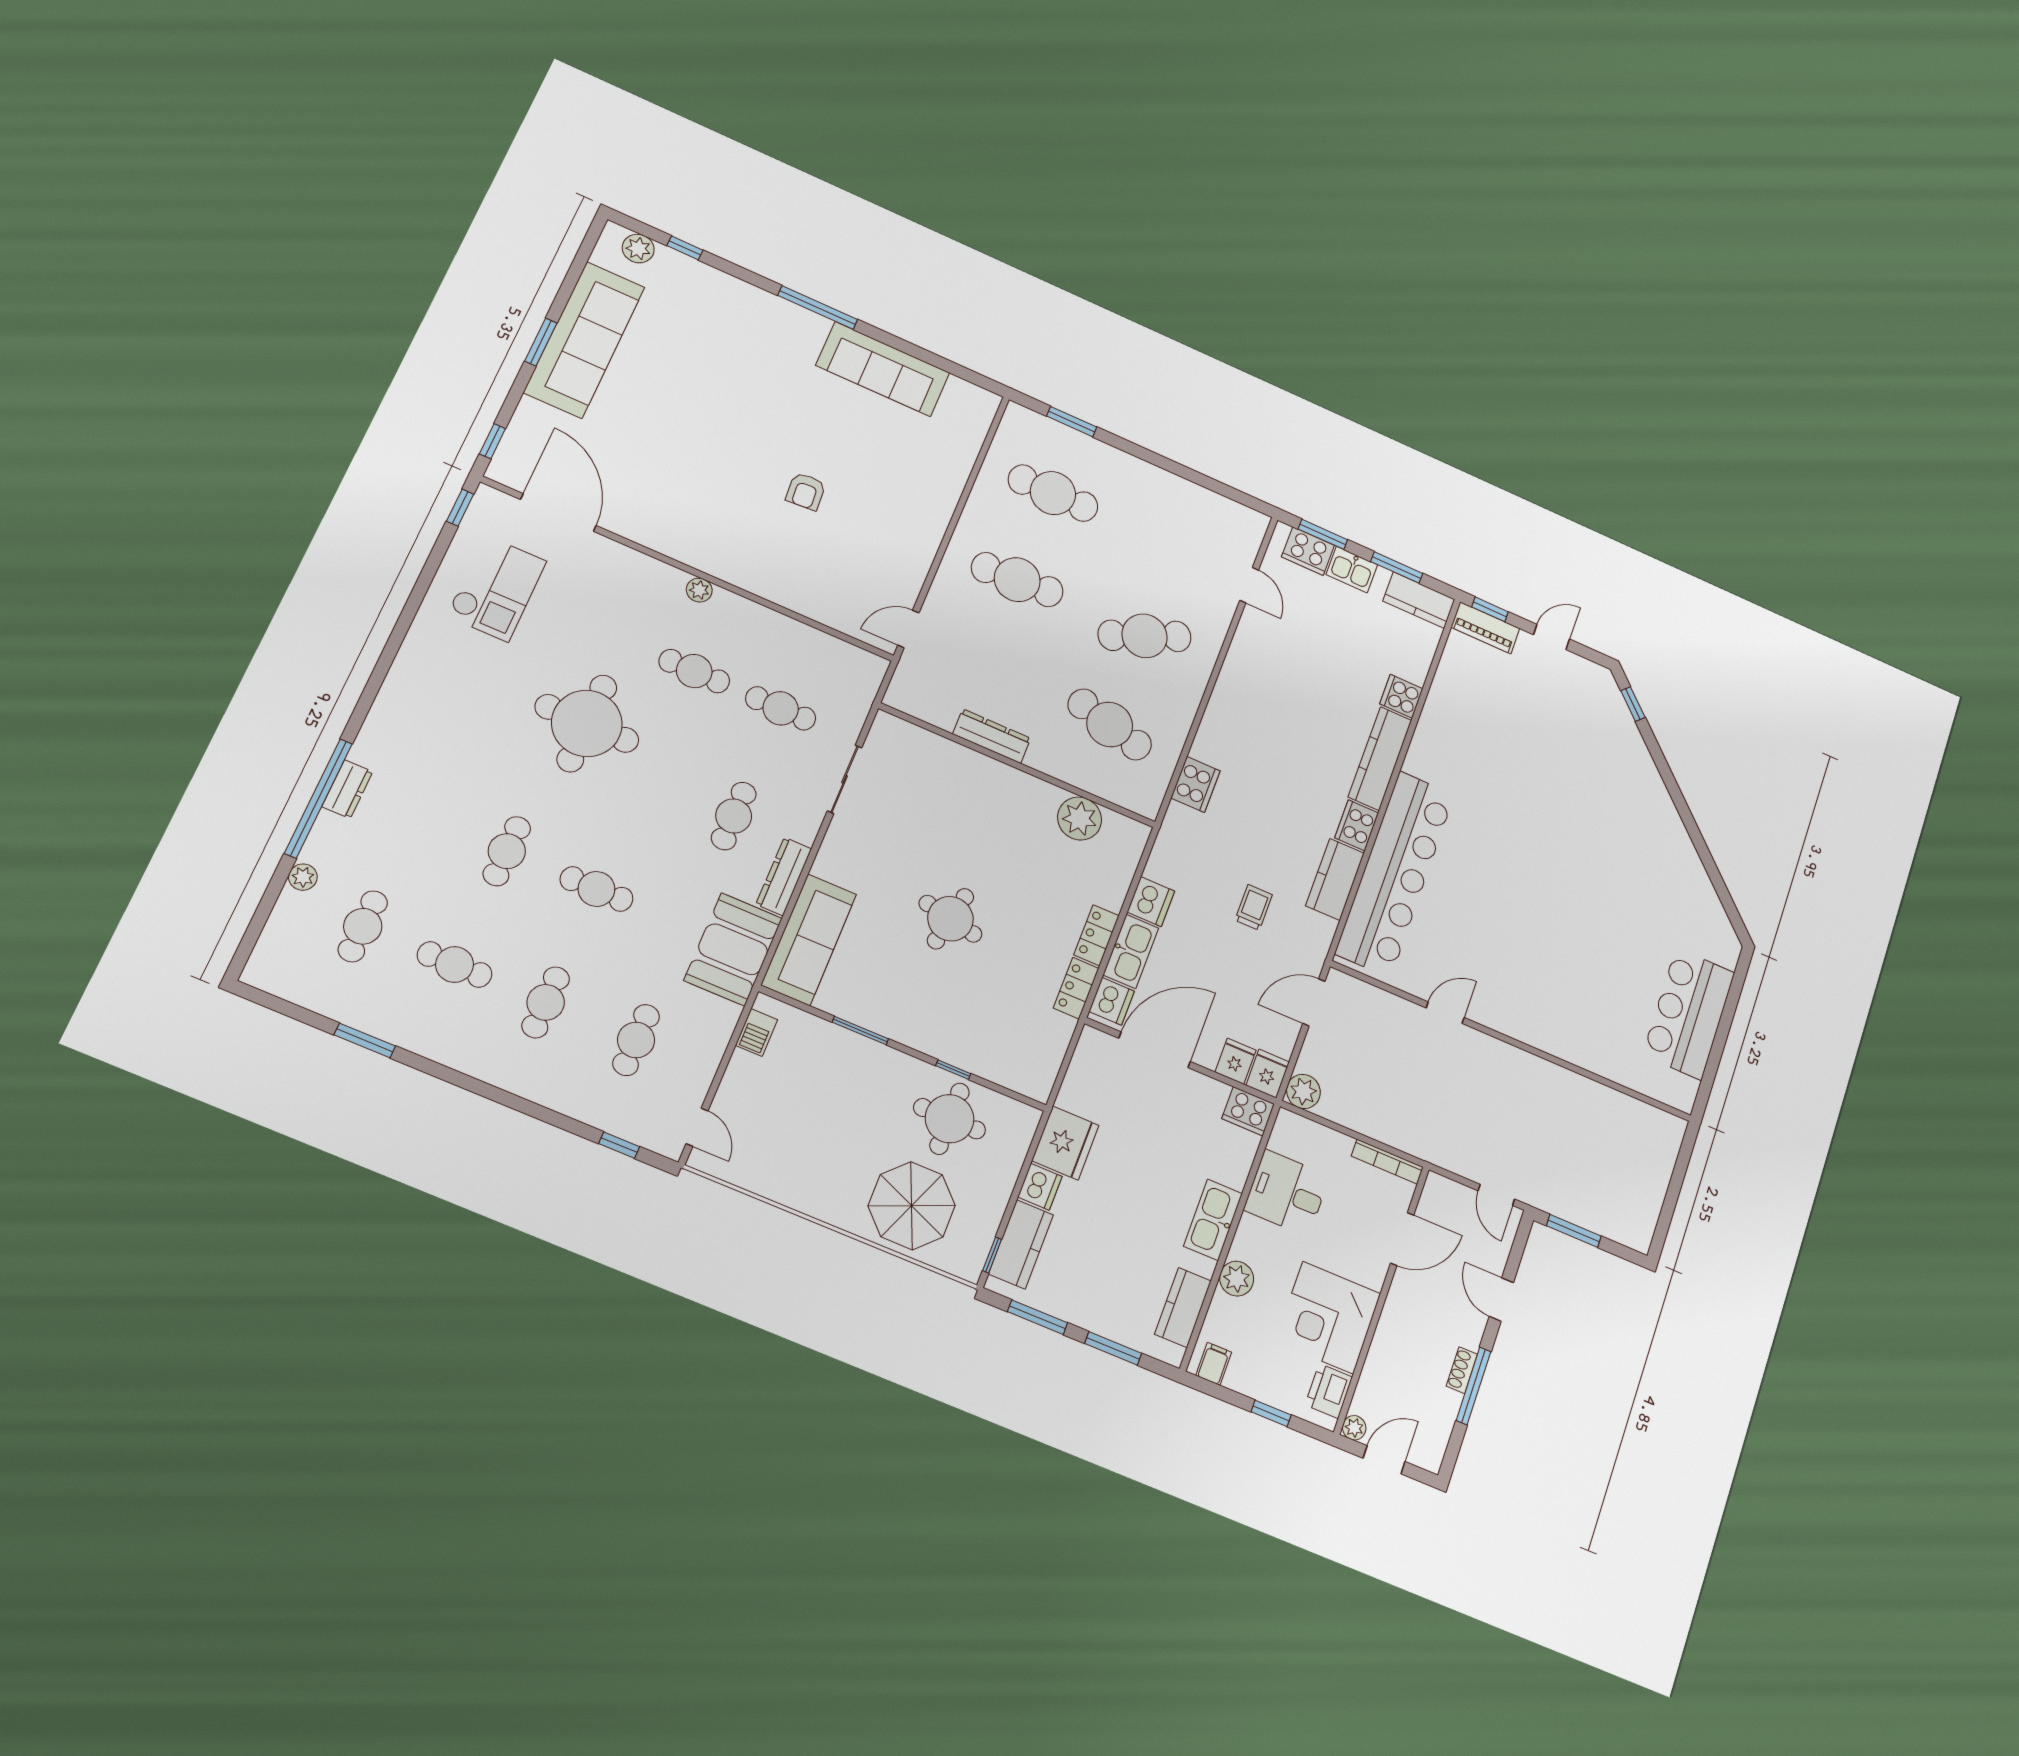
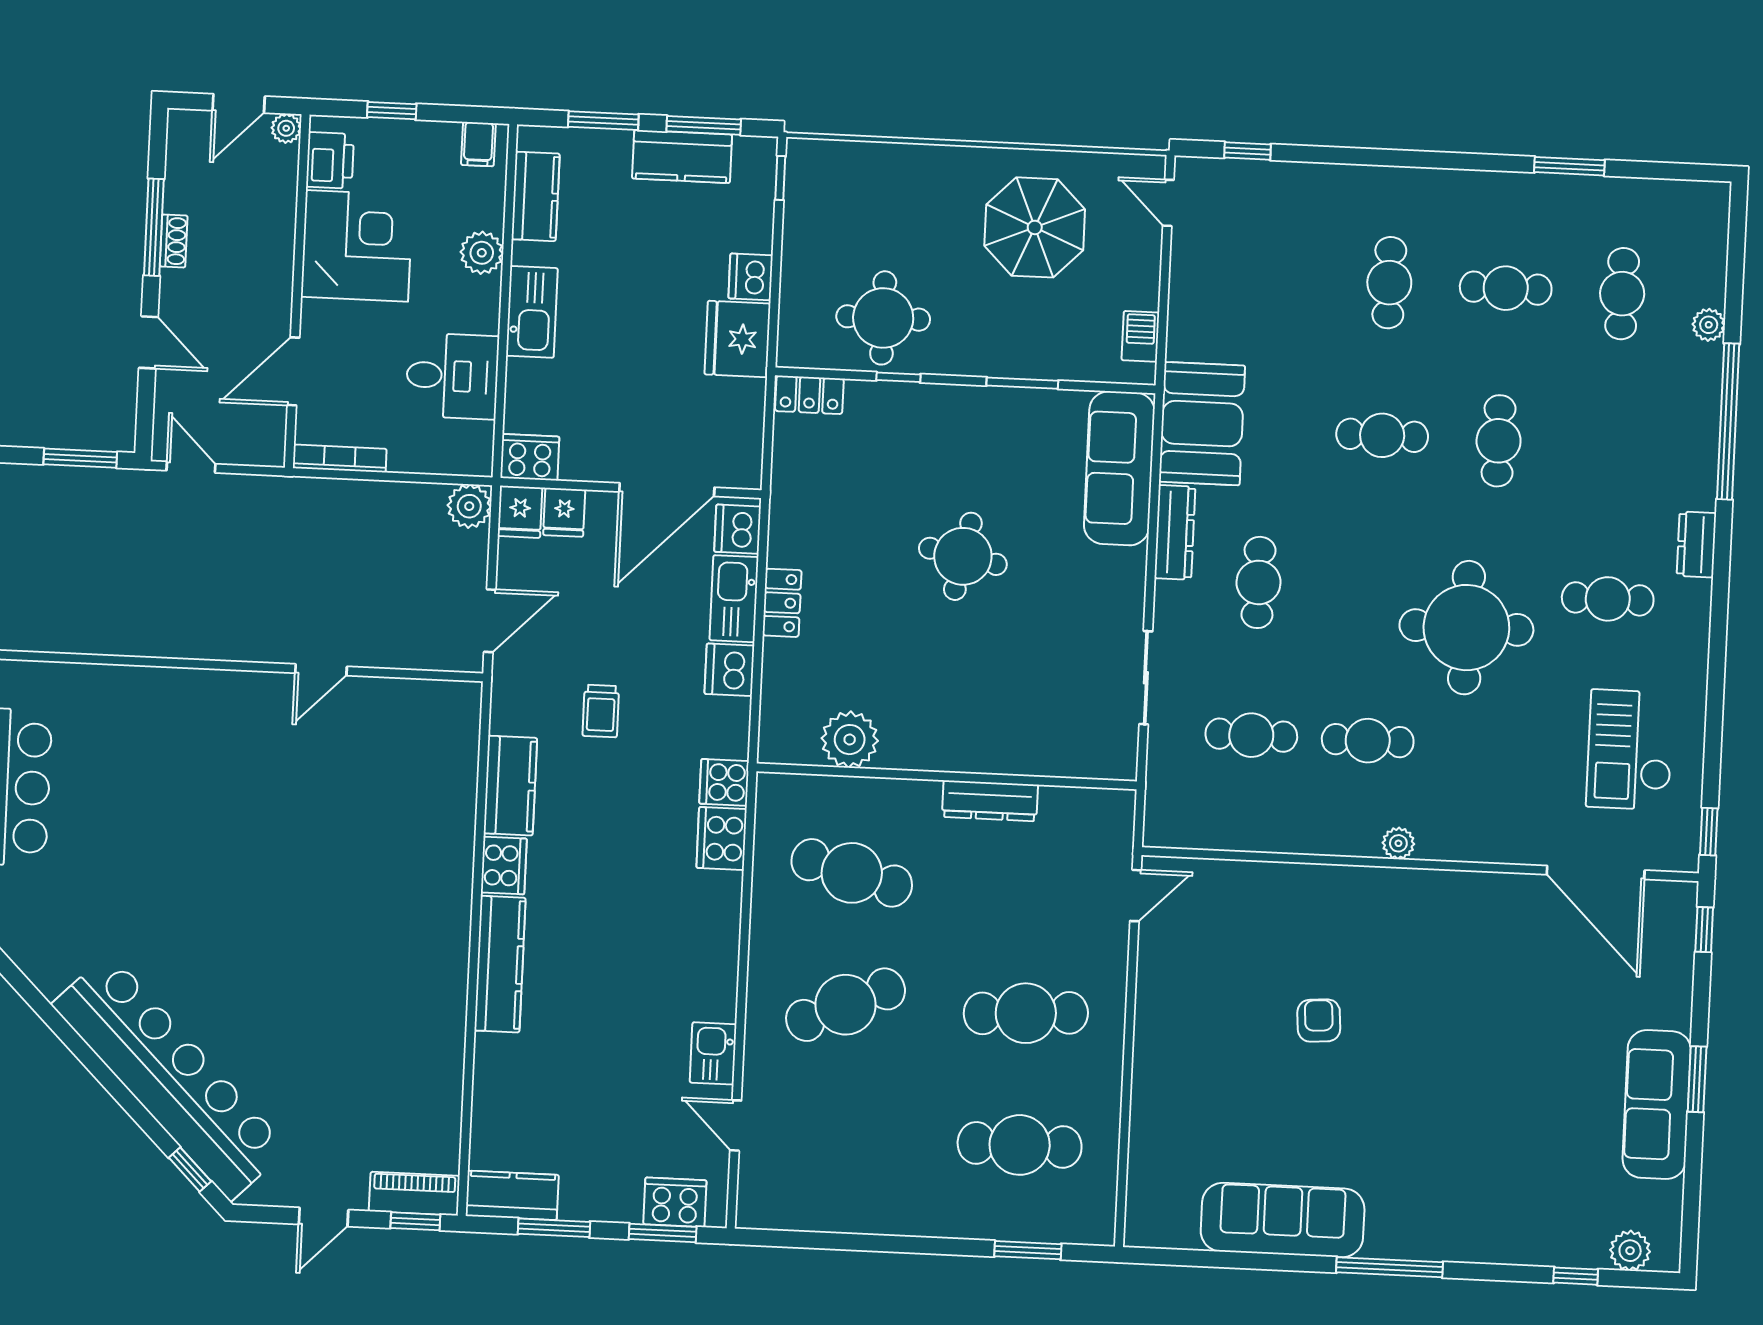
sofa: (584, 340) -> (1657, 1105), width x0.74, depth x0.79
kitchen sink: (1352, 570) -> (713, 1053), moved, turned -90
cooker: (1401, 696) -> (724, 782), moved, turned 180
dresser: (347, 789) -> (1696, 544), moved
bar counter: (1395, 874) -> (170, 1077), moved, turned 135
locker: (1076, 988) -> (809, 395), moved, turned 90
cafe table: (636, 1040) -> (1608, 599), moved, turned 90
parasol: (912, 1206) -> (1035, 227), moved
kitchen counter: (1021, 1244) -> (682, 157), moved, turned -90

